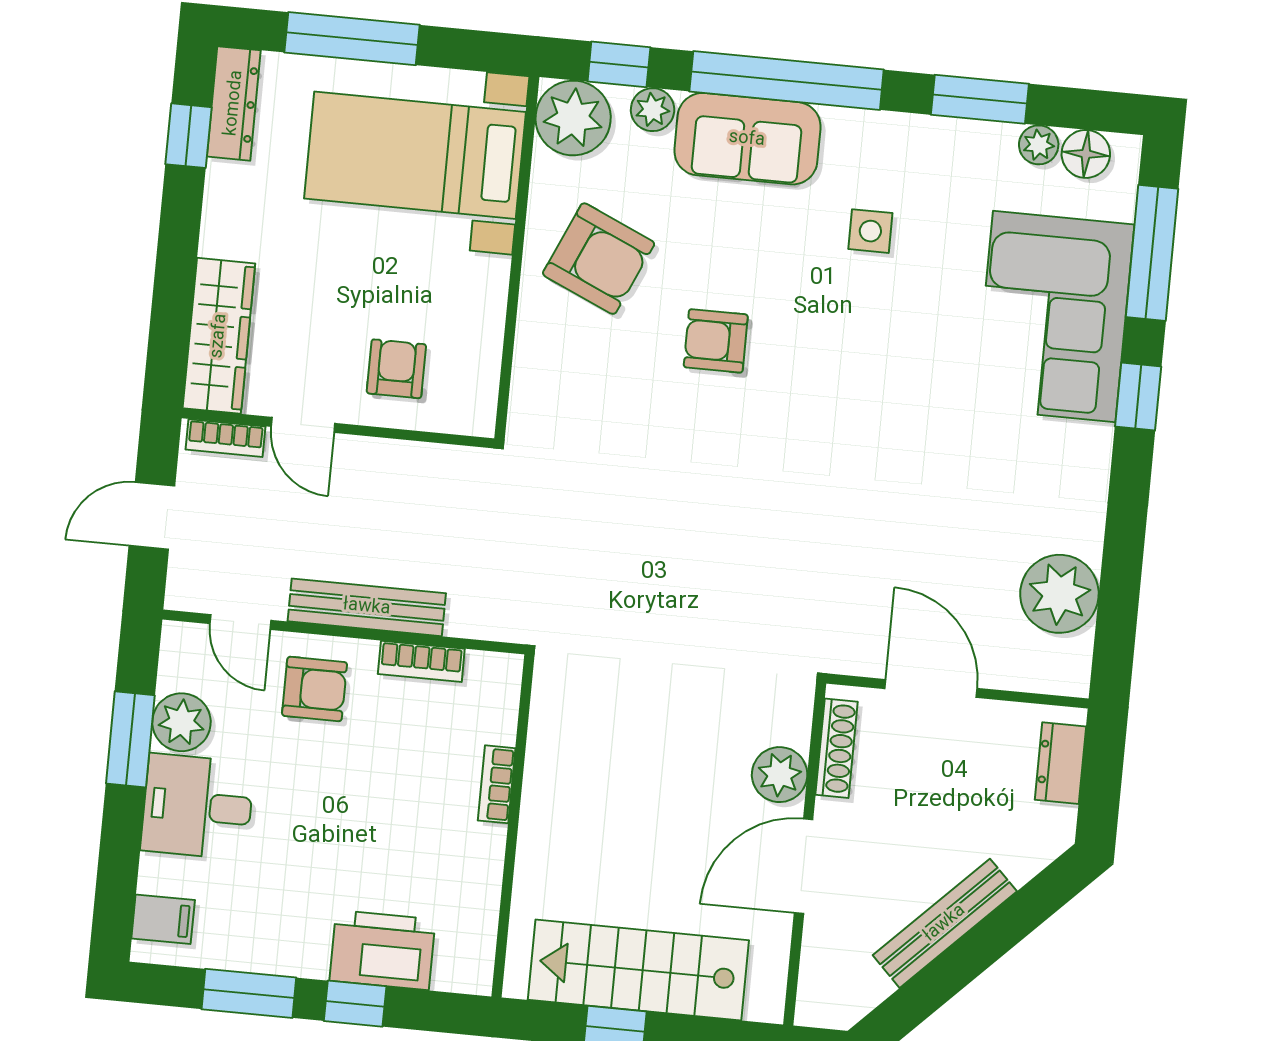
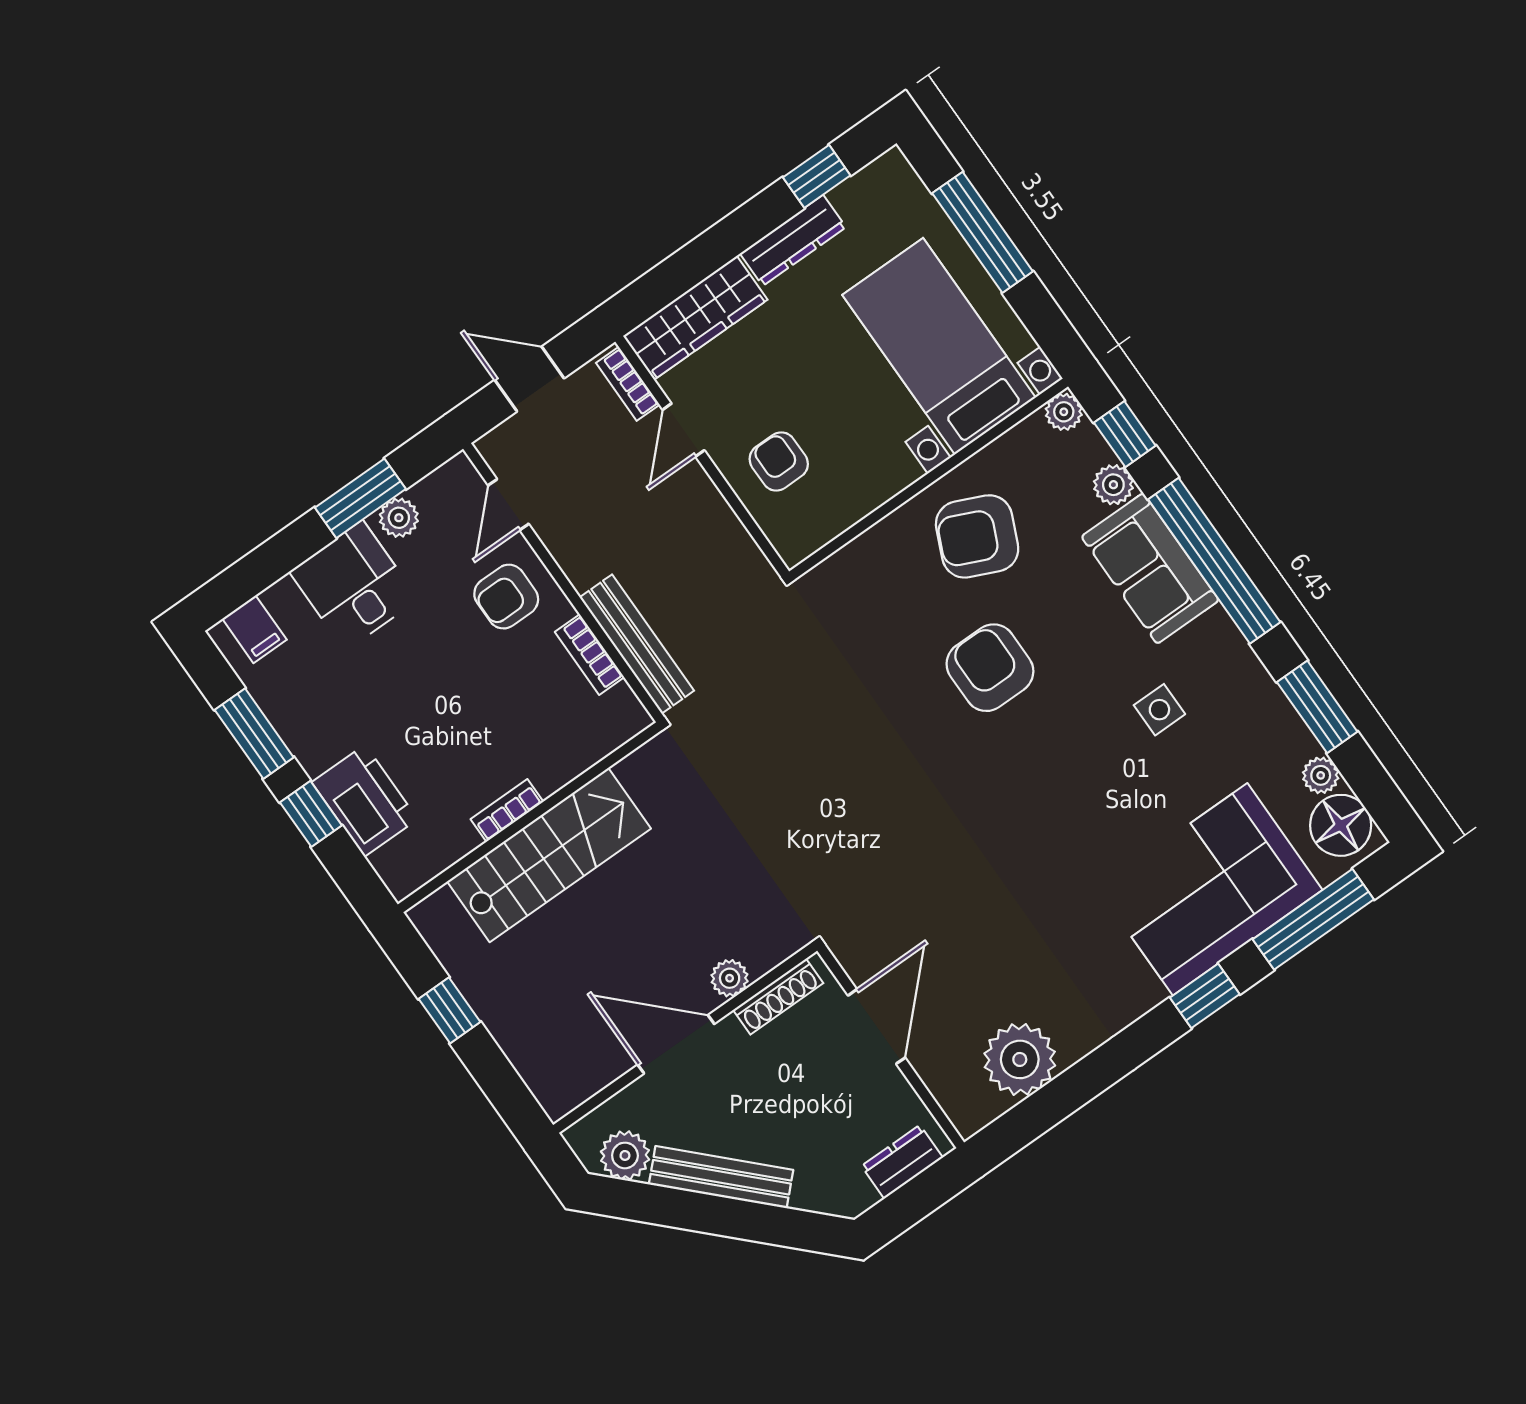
dresser: (234, 103) -> (793, 240), moved
plant: (573, 118) -> (1064, 412), width x0.53, depth x0.53
floor lamp: (1086, 154) -> (1341, 825), width x1.38, depth x1.38
armchair: (599, 259) -> (977, 536), turned 90
armchair: (716, 341) -> (990, 668), width x1.38, depth x1.38
armchair: (396, 369) -> (779, 461), turned -90
bench: (367, 607) -> (637, 644), moved
armchair: (315, 689) -> (506, 597), turned 90
plant: (182, 722) -> (399, 518), width x0.73, depth x0.73
plant: (780, 775) -> (730, 978), width x0.73, depth x0.73
bookcase: (497, 784) -> (507, 811), moved
stairs: (638, 970) -> (549, 855), moved, turned 90
plant: (859, 987) -> (625, 1155), added

